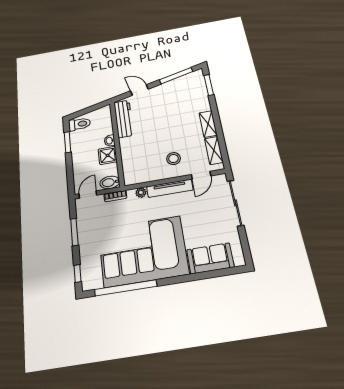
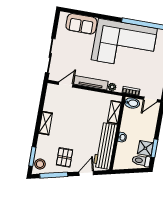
door: (139, 90) -> (86, 173), swing flipped
pallet: (171, 97) -> (64, 157), added
workbench: (124, 119) -> (105, 146), width x1.36, depth x1.32
shelving: (214, 150) -> (114, 112), moved
shower: (108, 155) -> (145, 148), moved
stool: (174, 159) -> (40, 164), moved

